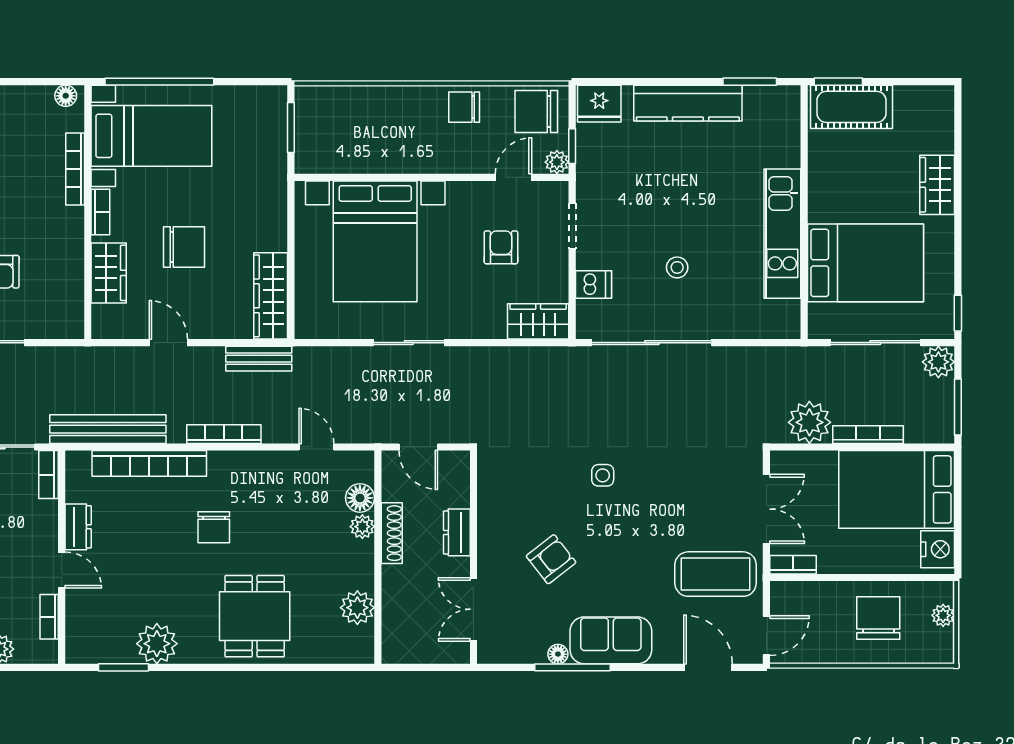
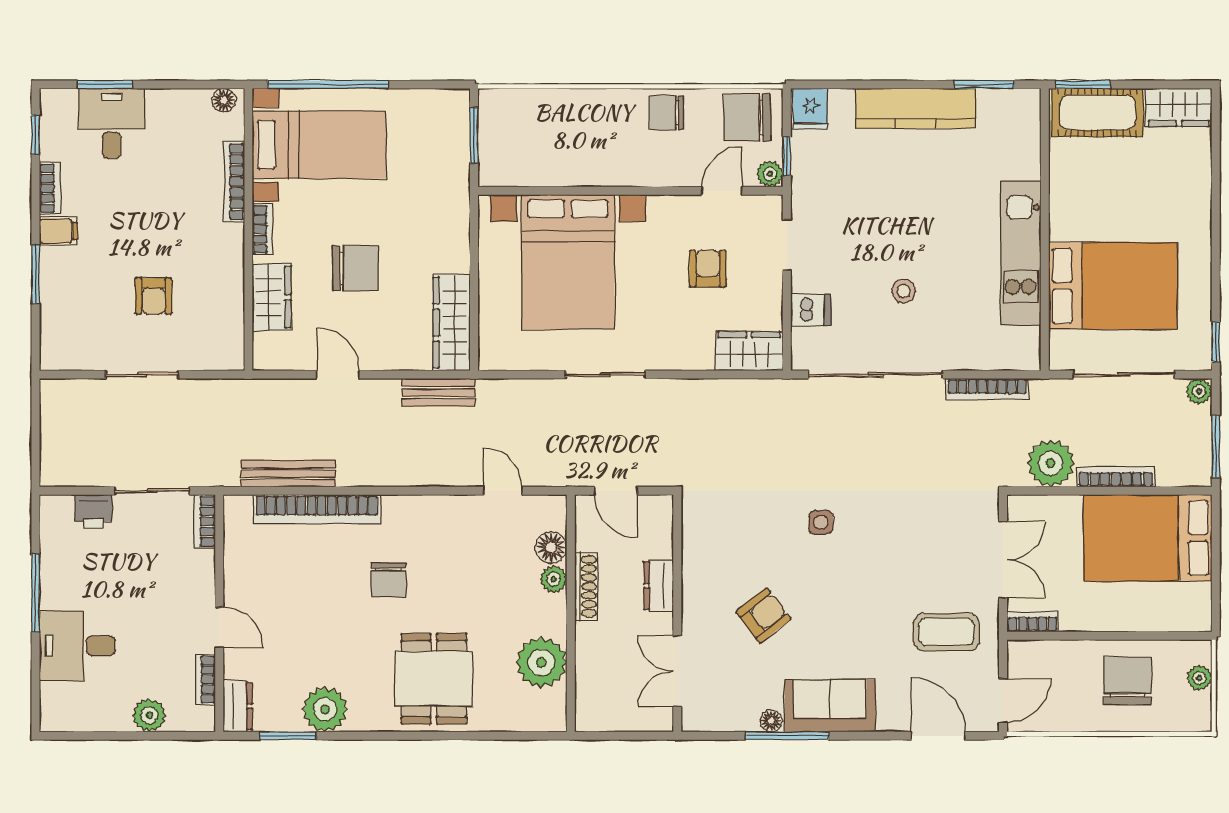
fridge: (599, 104) -> (810, 109), width x0.72
wardrobe: (937, 185) -> (1179, 107), moved, turned -90
plant: (938, 362) -> (1199, 391), width x0.73, depth x0.73
bench: (108, 429) -> (288, 474), width x0.73, depth x0.82
bookcase: (224, 434) -> (987, 389), moved, turned 180
dresser: (78, 527) -> (238, 706), moved
nightstand: (938, 549) -> (1193, 604), removed
coffee table: (716, 574) -> (946, 632), width x0.73, depth x0.76
plant: (357, 608) -> (541, 662), width x1.36, depth x1.36

